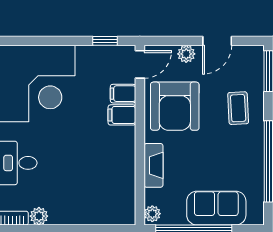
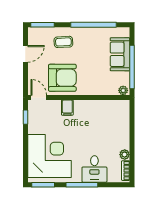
door: (217, 41) -> (25, 54), hinge flipped
plant: (186, 54) -> (33, 71), removed
filing cabinet: (123, 94) -> (55, 107), removed
fireplace: (153, 165) -> (96, 90), removed

